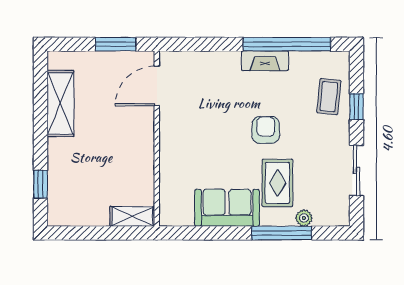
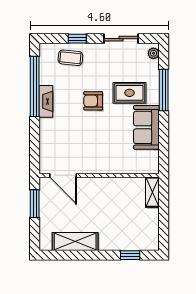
plant: (304, 218) -> (153, 53), moved

